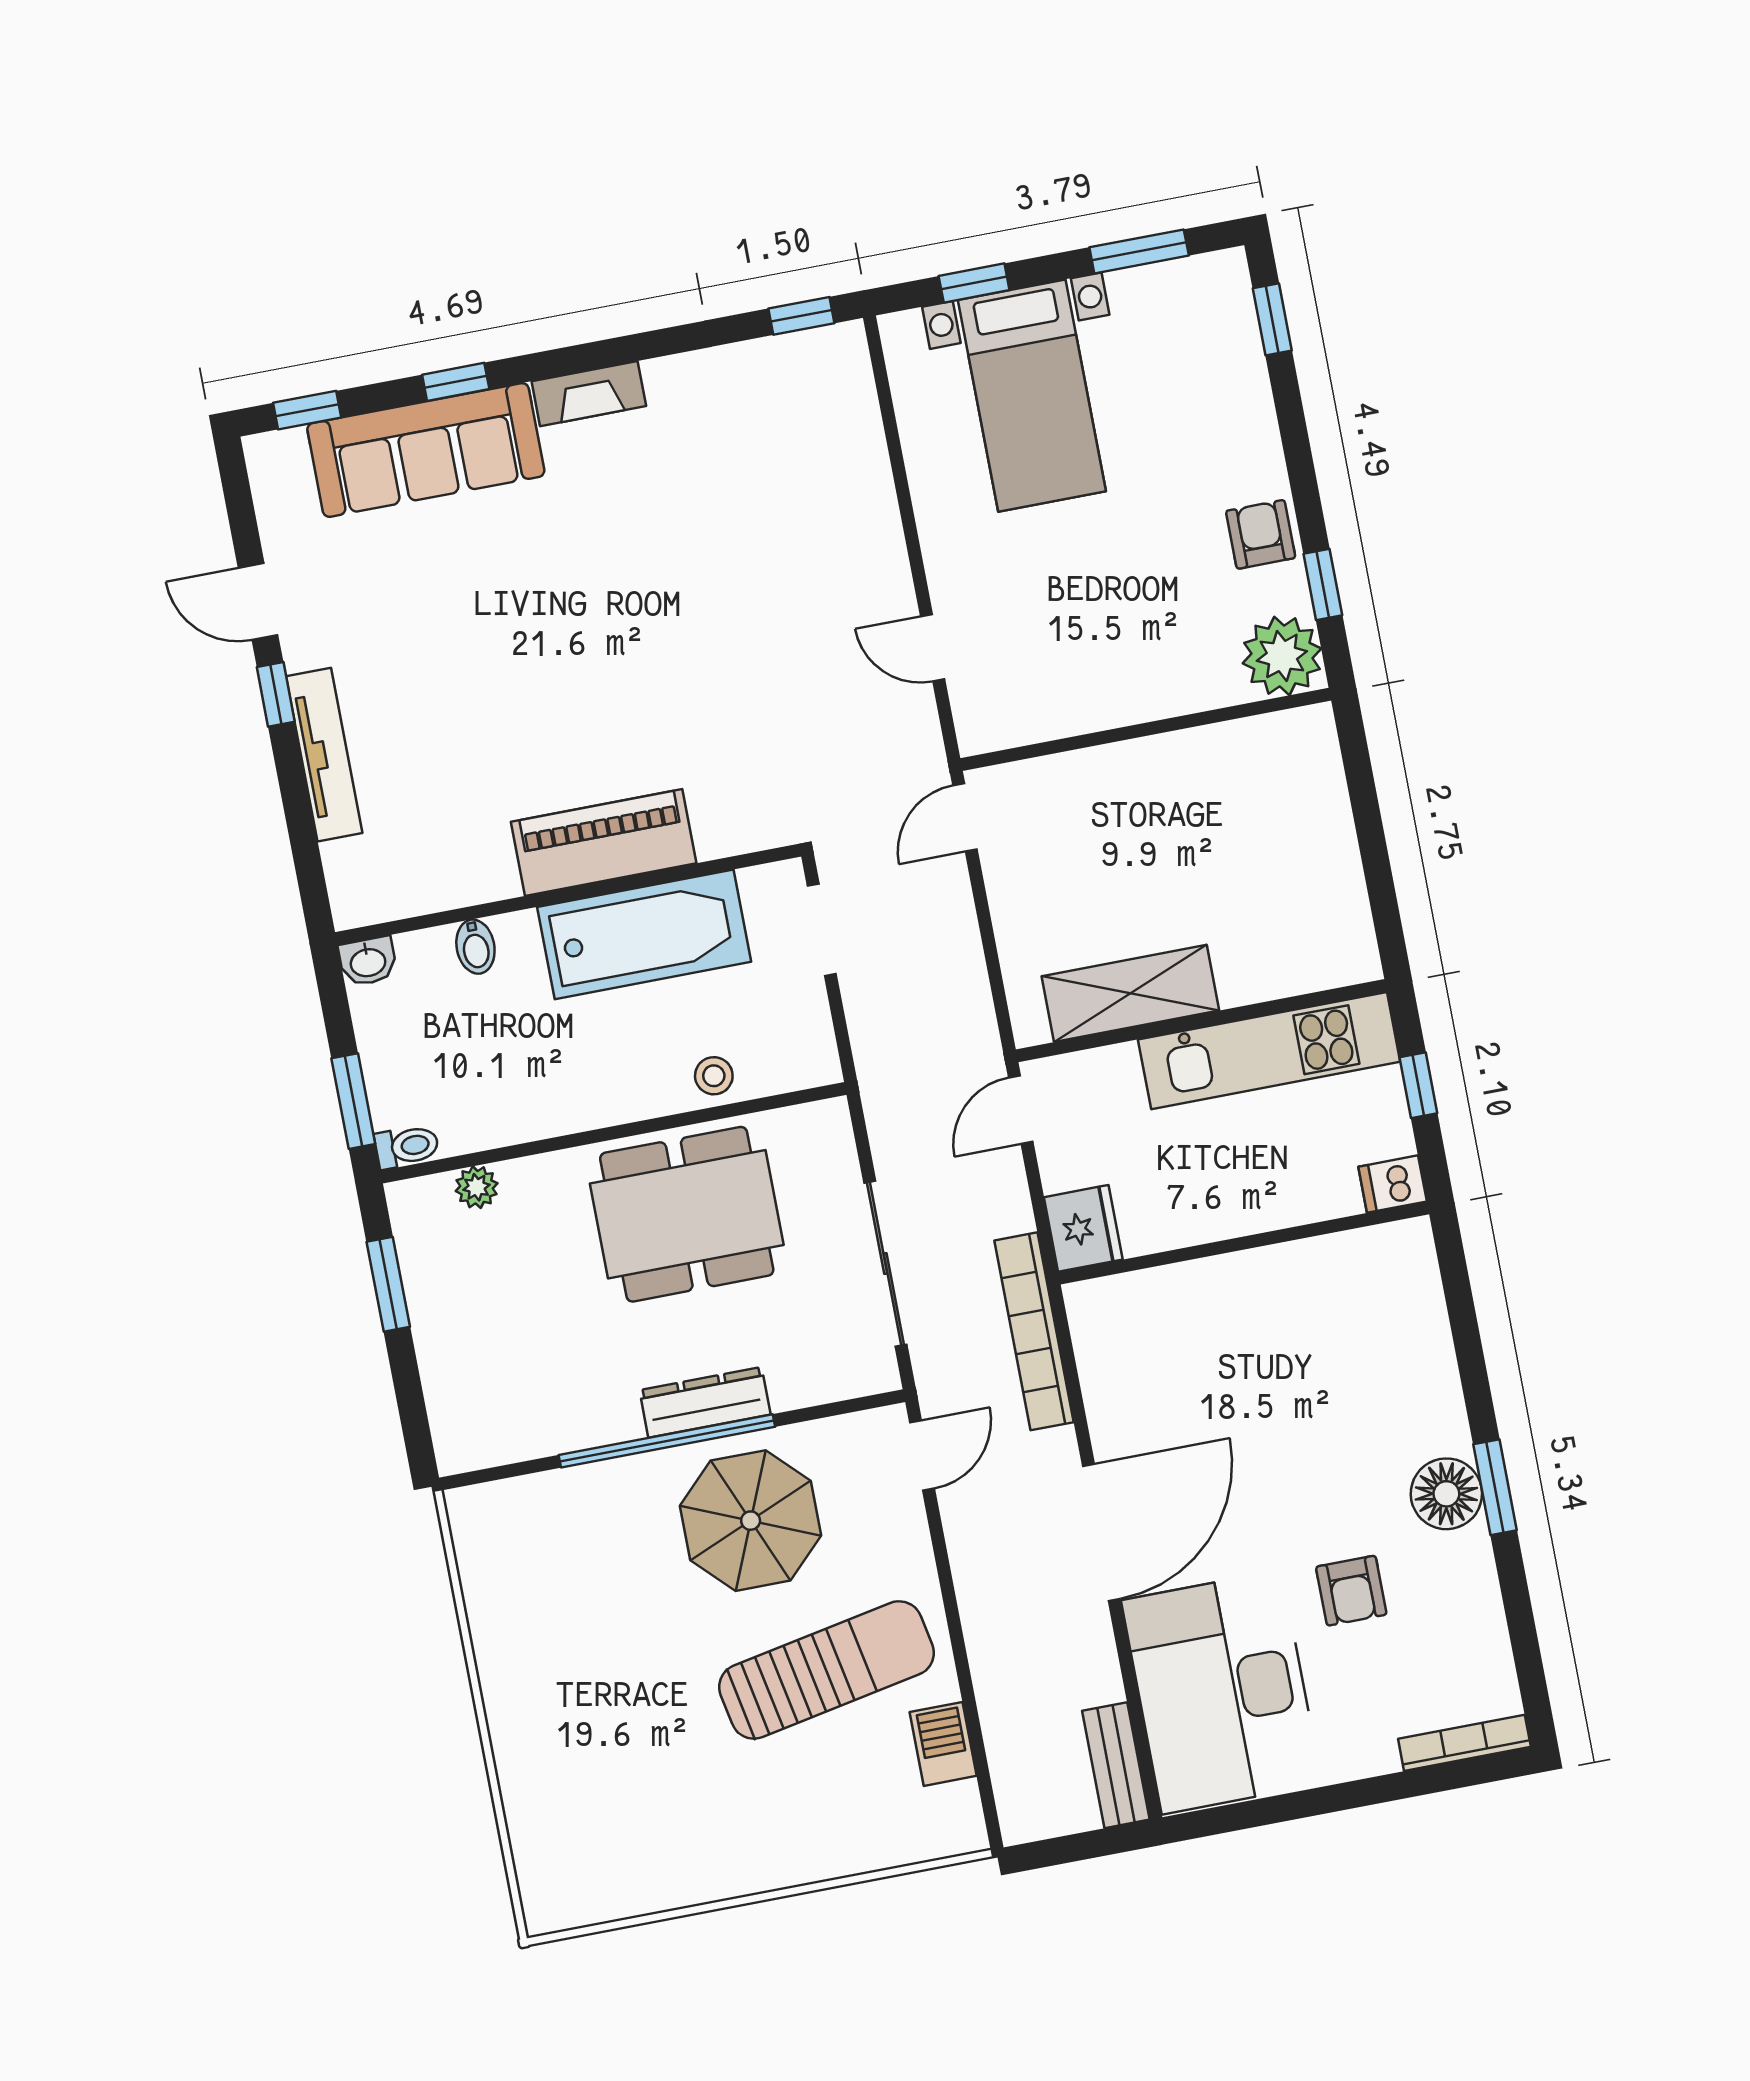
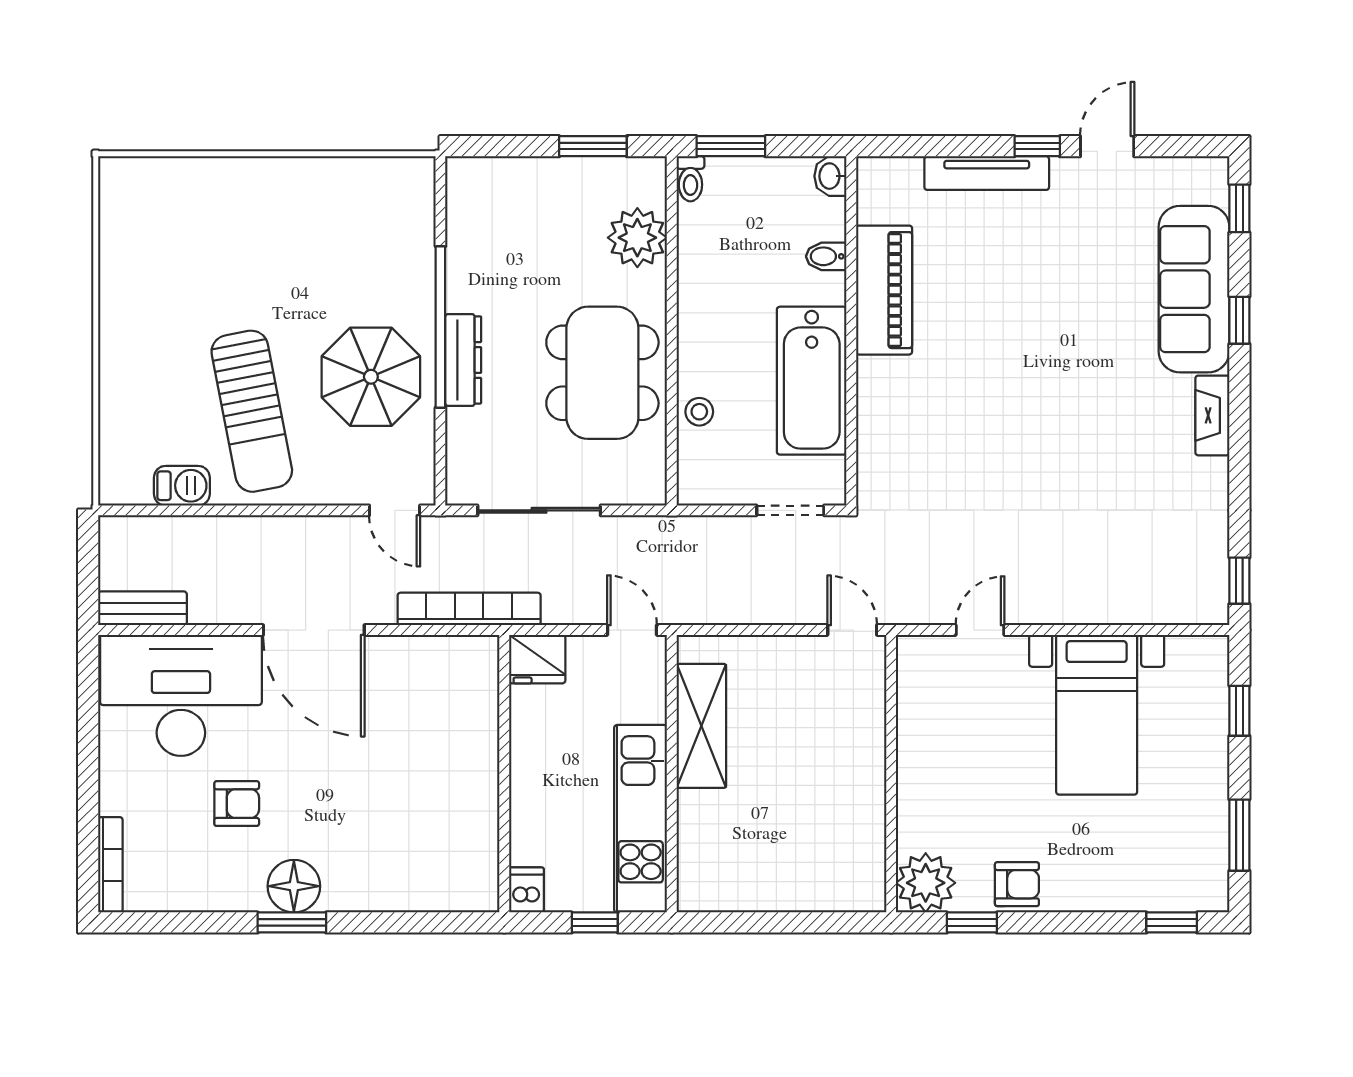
bed with nightstands: (1032, 396) -> (1097, 715), moved, turned -90
piano: (604, 843) -> (884, 290), moved
plant: (477, 1187) -> (637, 238), width x1.88, depth x1.88
armchair: (1351, 1591) -> (237, 804), turned 180

